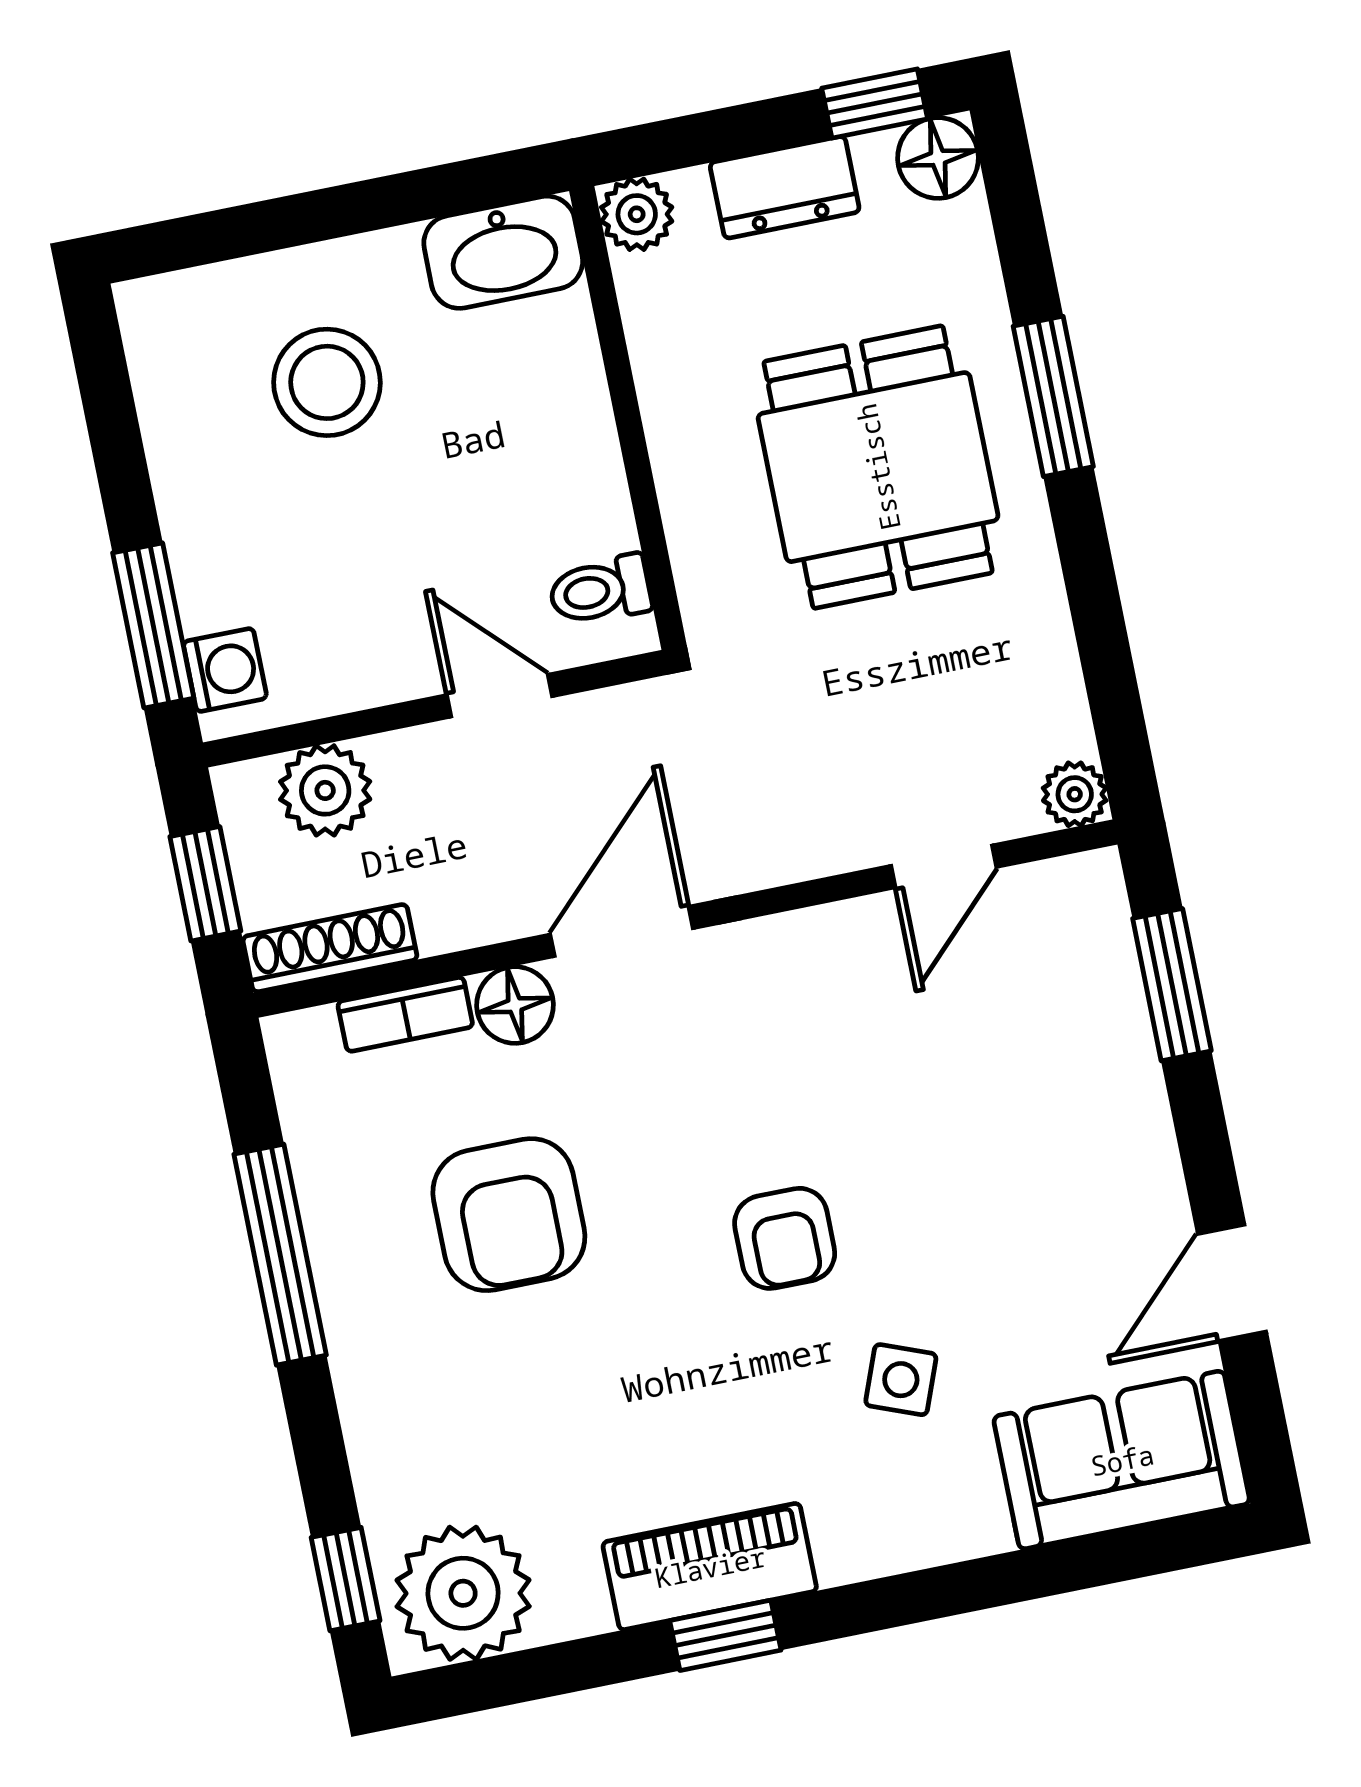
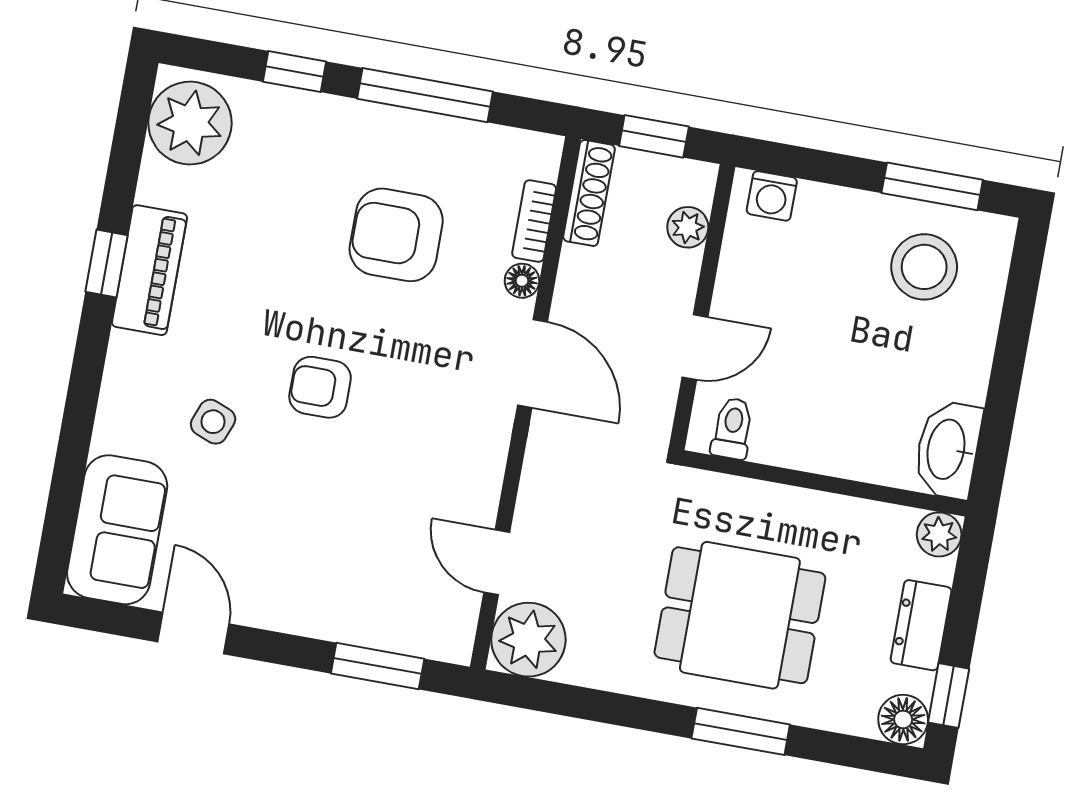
stool: (327, 382) -> (924, 267), moved
window: (153, 625) -> (932, 186), moved
plant: (325, 790) -> (688, 227), width x0.73, depth x0.73
plant: (1075, 794) -> (528, 640), width x1.87, depth x1.87
floor lamp: (515, 1005) -> (522, 281), width x0.73, depth x0.73
window: (346, 1579) -> (294, 72), moved

